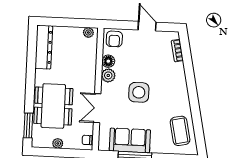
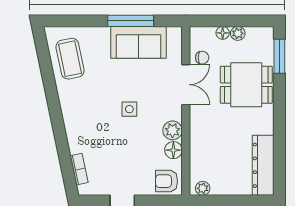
armchair: (114, 39) -> (167, 181), turned -90
side table: (139, 92) -> (129, 109), width x0.54, depth x0.54
dining table: (53, 106) -> (246, 85), width x0.73
chair: (87, 140) -> (202, 58), moved
floor lamp: (69, 144) -> (223, 33), added

